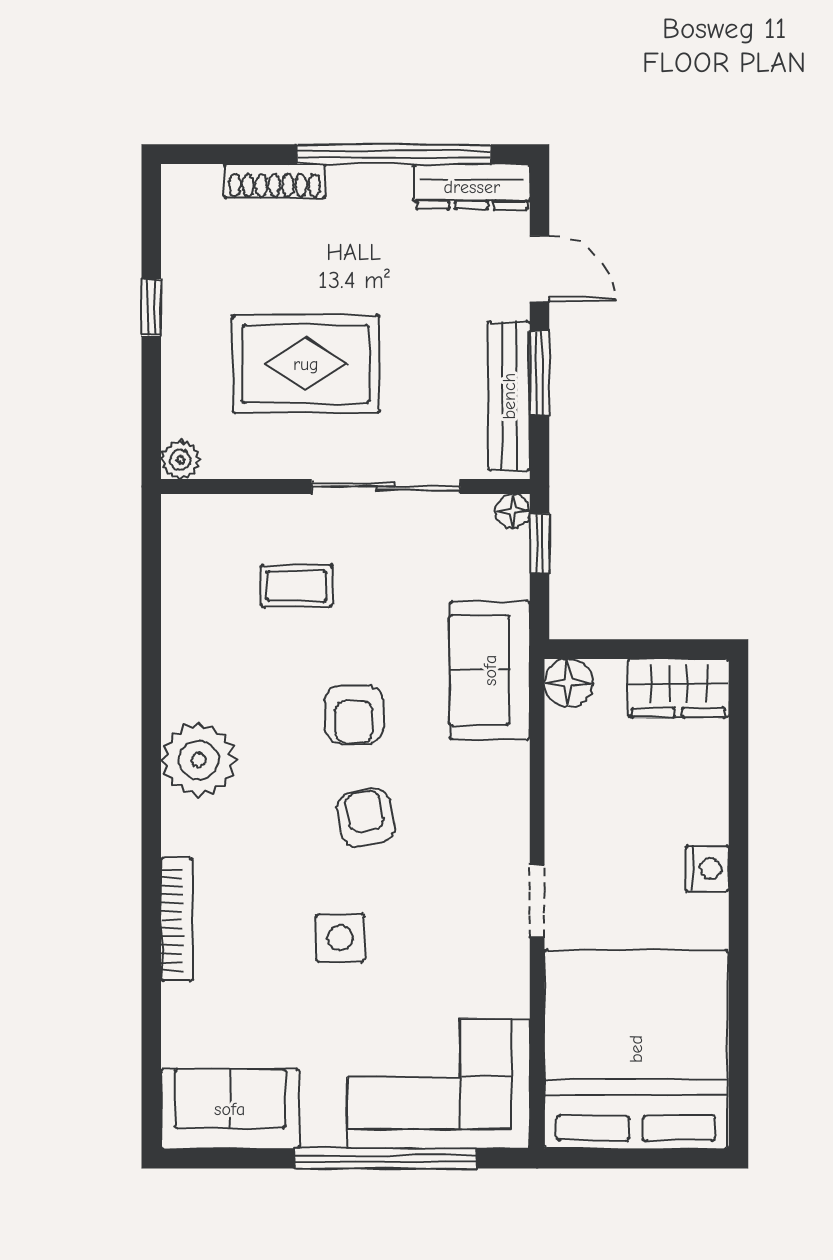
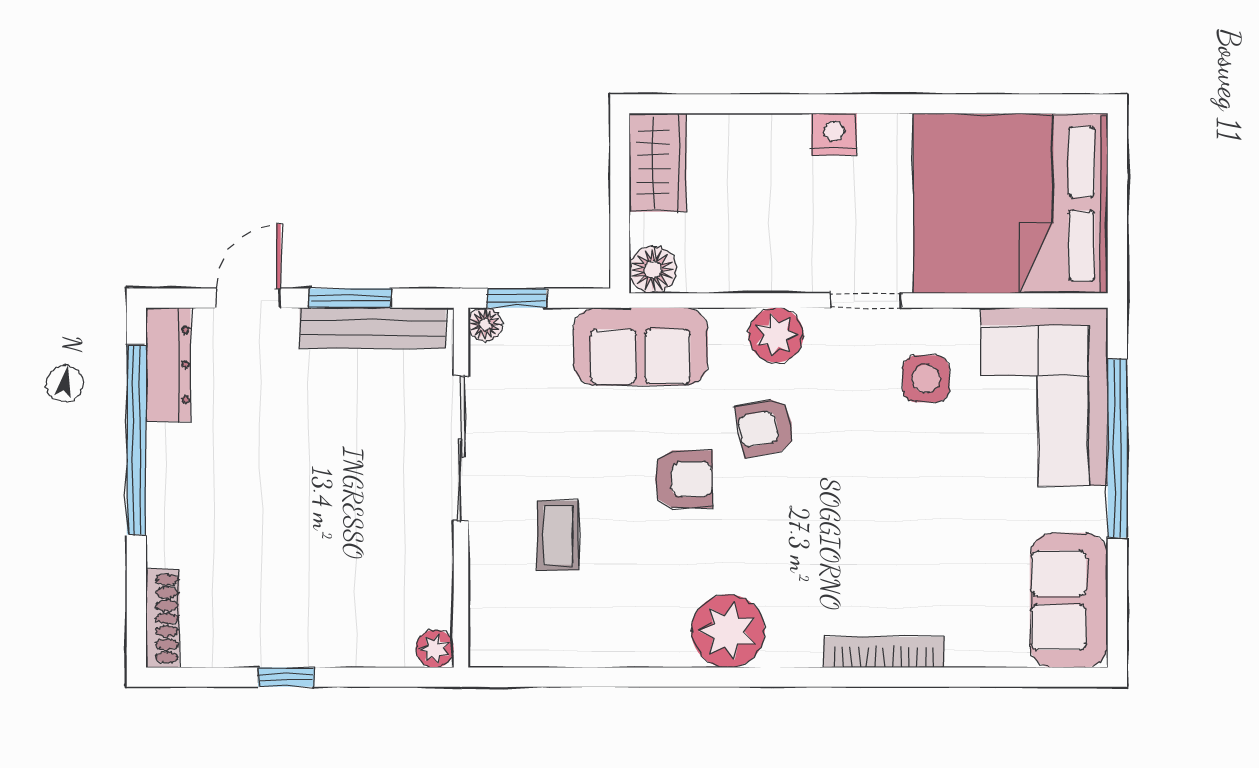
shoe rack: (275, 181) -> (163, 618), moved
rug: (306, 364) -> (341, 526), removed
plant: (502, 809) -> (776, 335), added
armchair: (366, 818) -> (765, 428), moved
side table: (340, 938) -> (926, 379), moved

